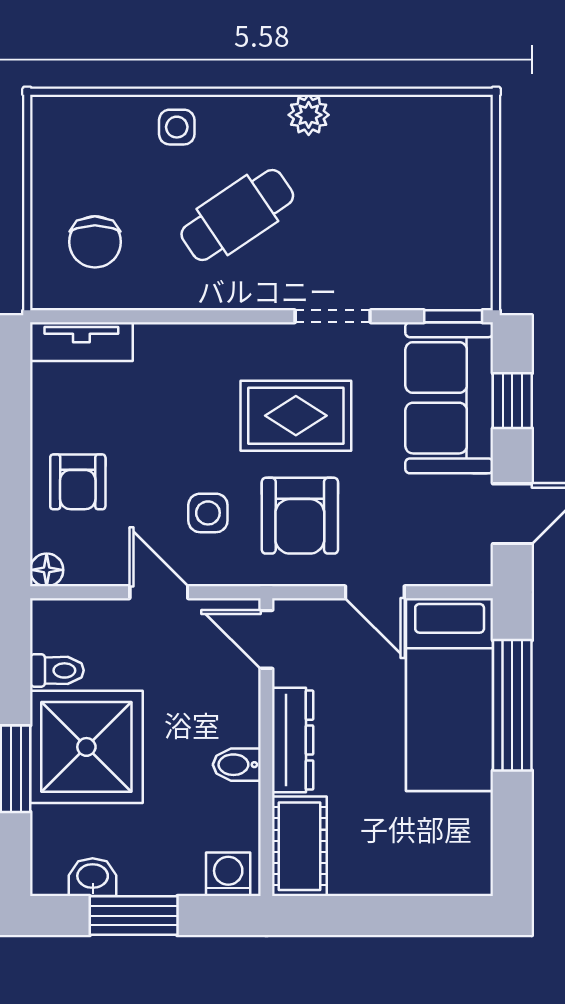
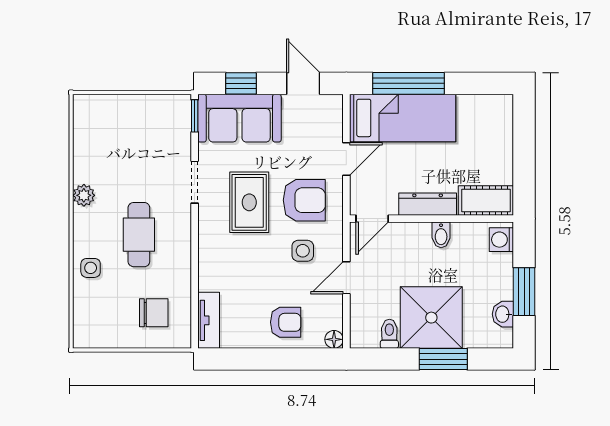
cafe table: (237, 215) -> (139, 235), turned 34

